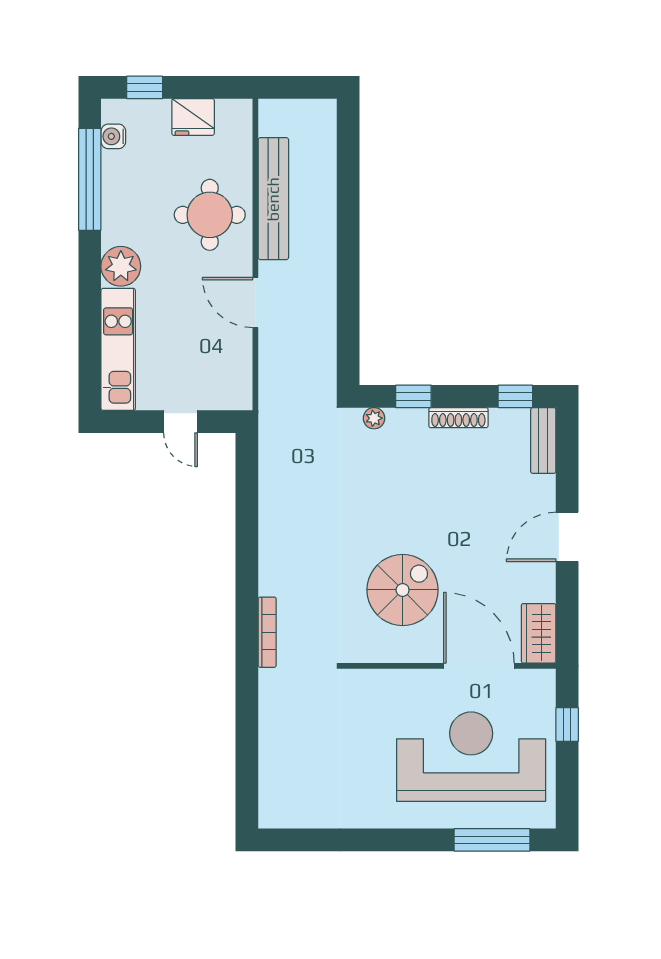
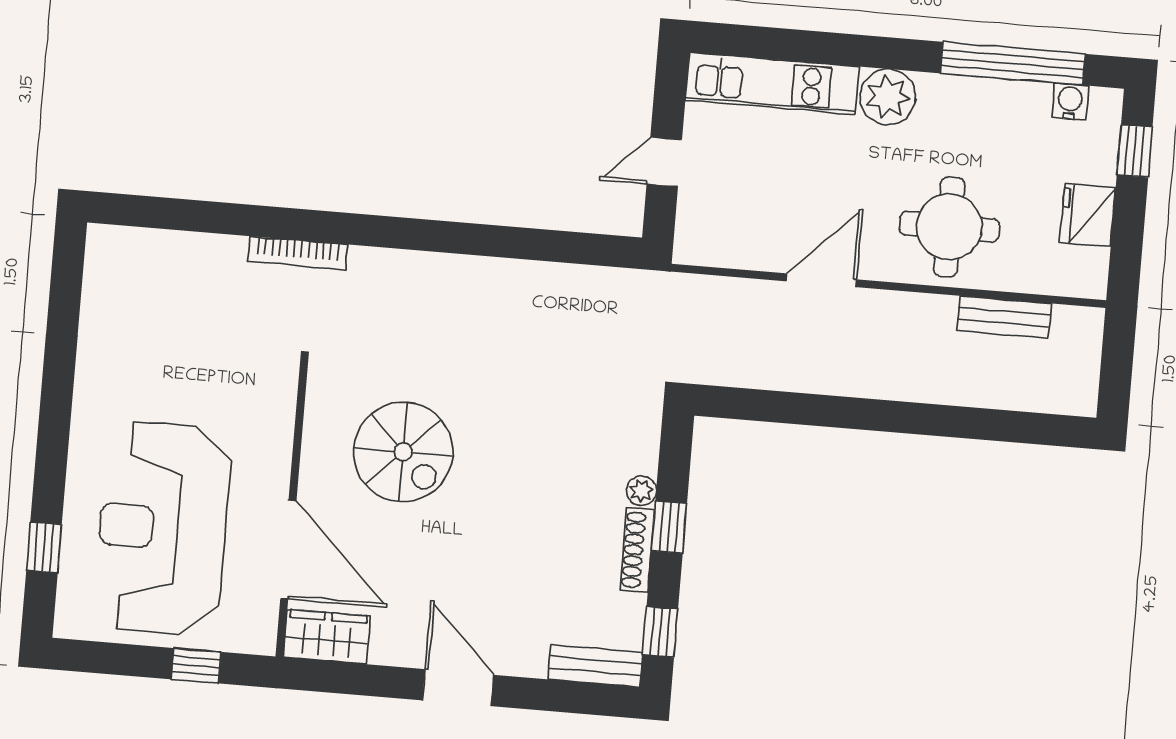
bench: (273, 199) -> (1004, 317), width x0.54, depth x0.82
window: (413, 396) -> (669, 527), moved
plant: (374, 418) -> (641, 491), moved
bookcase: (267, 632) -> (298, 253), moved
door: (479, 666) -> (288, 550), hinge flipped
reception desk: (471, 757) -> (163, 528), turned 180
window: (492, 840) -> (44, 547), width x0.46

